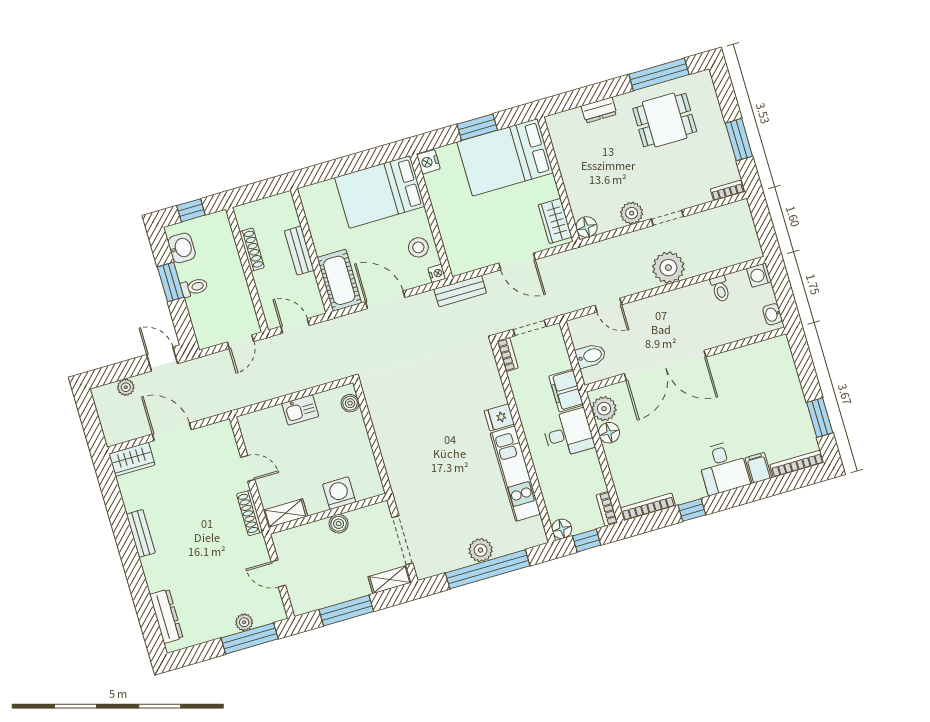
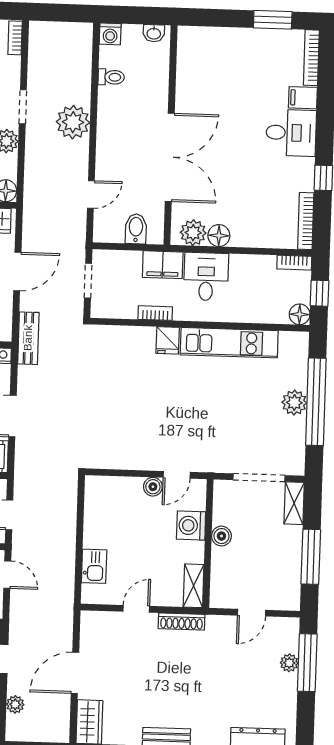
bookcase: (508, 354) -> (155, 313), moved
boiler: (350, 403) -> (153, 487), moved
kitchen sink: (300, 410) -> (94, 566), moved
door: (381, 465) -> (177, 475), added

